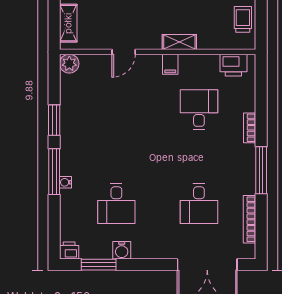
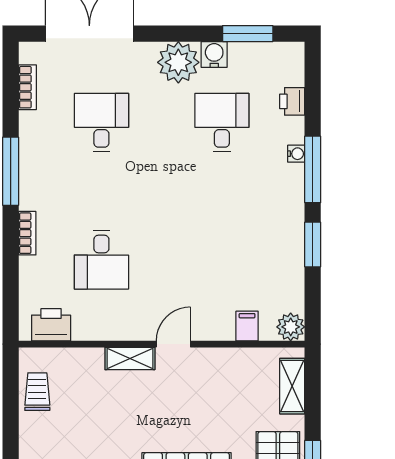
trolley: (243, 19) -> (37, 392), turned 180
door: (124, 52) -> (173, 344), moved
filing cabinet: (170, 64) -> (247, 326), moved
bookcase: (250, 219) -> (27, 87), width x0.64
plant: (146, 245) -> (178, 62), added
printer: (69, 251) -> (292, 101), moved, turned 90

